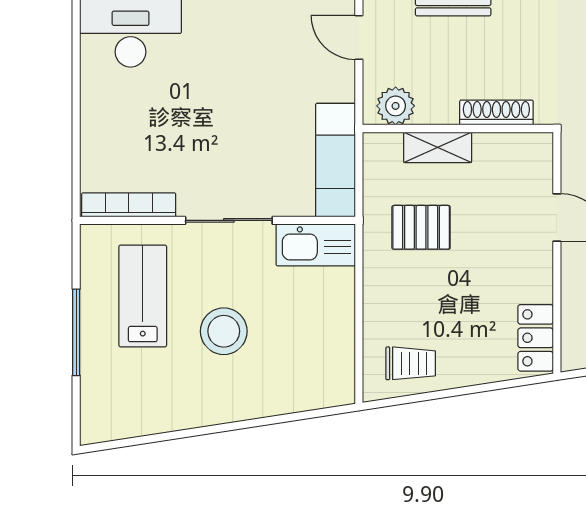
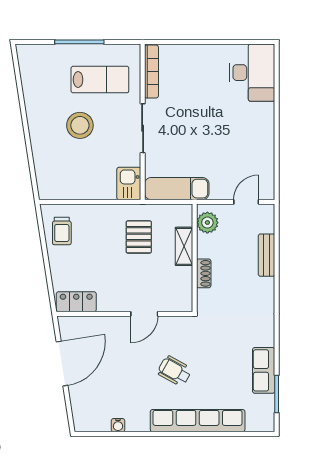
shoe rack: (496, 112) -> (204, 273), width x0.70
kitchen sink: (316, 245) -> (129, 183), width x0.73

